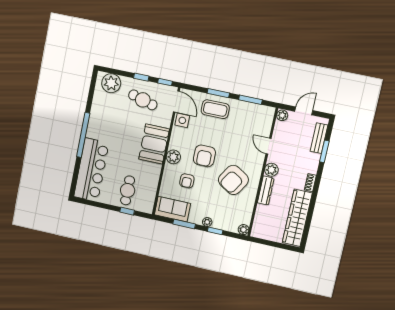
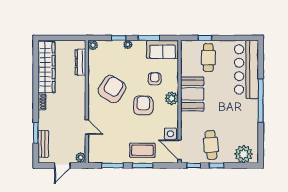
cafe table: (143, 100) -> (211, 145), turned 69
booth: (154, 144) -> (192, 94), moved
plant: (271, 170) -> (80, 106), removed
dresser: (266, 191) -> (80, 62), moved

